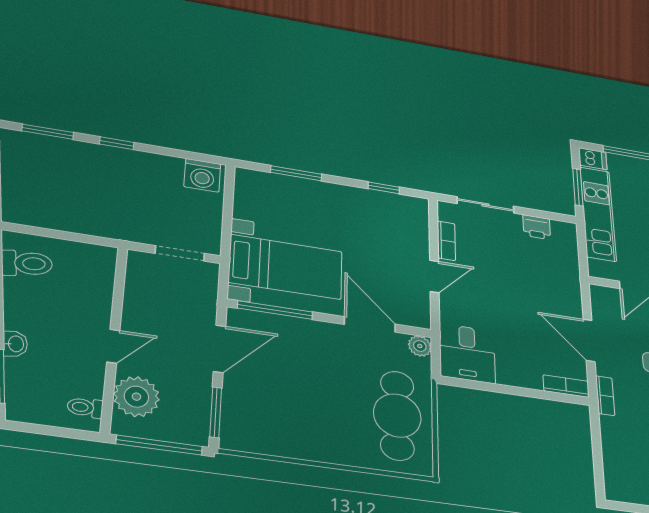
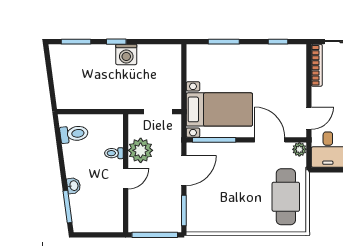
washing machine: (202, 175) -> (126, 54), moved
bookcase: (446, 241) -> (317, 65), width x1.56
door: (434, 276) -> (309, 118), moved
plant: (136, 397) -> (141, 150), moved
toilet: (85, 407) -> (114, 153), moved

